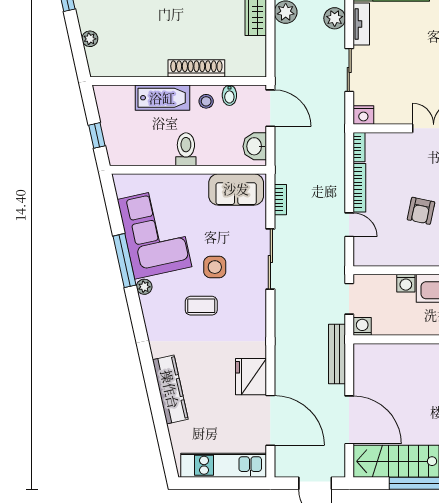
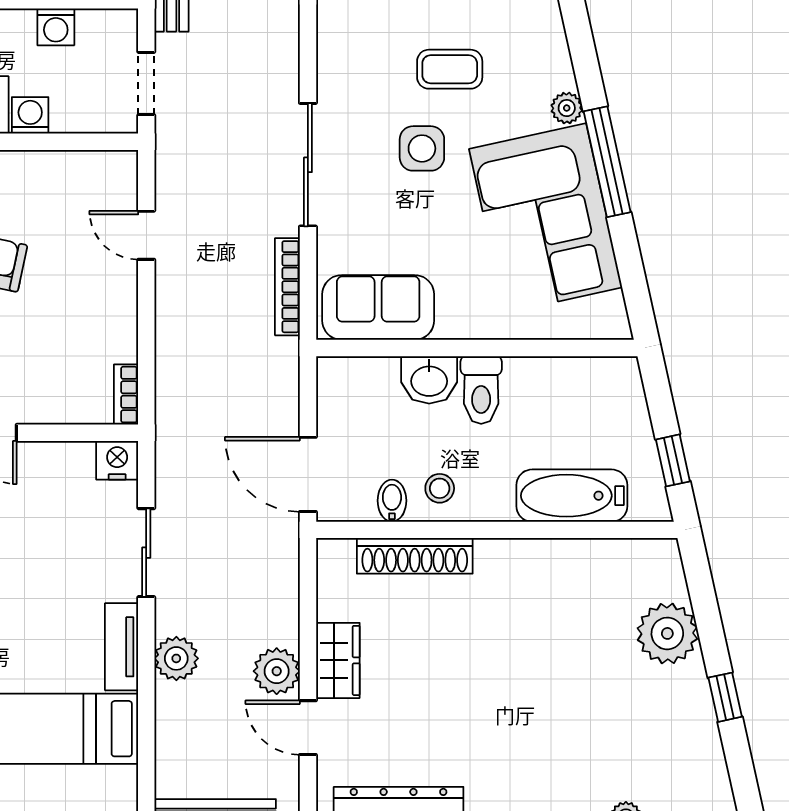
plant: (90, 39) -> (667, 633), width x1.87, depth x1.87
shoe rack: (196, 68) -> (415, 556), moved
bathtub: (162, 98) -> (572, 496), moved
window: (97, 135) -> (673, 460), moved
washbasin: (255, 146) -> (429, 380), moved, turned 90
bookcase: (359, 188) -> (125, 311), removed
bookcase: (280, 200) -> (287, 287), width x1.56
washing machine: (362, 326) -> (56, 27), moved

